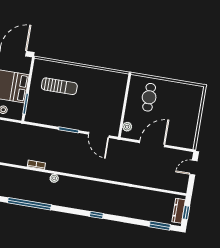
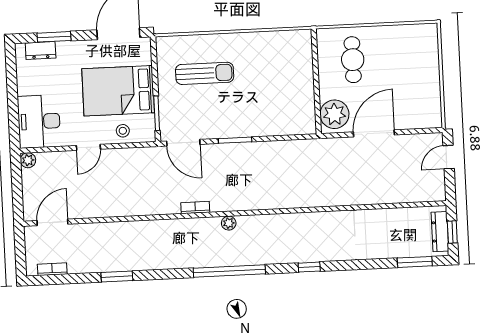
plant: (127, 127) -> (334, 114), width x1.88, depth x1.88
door: (99, 135) -> (183, 143), moved
window: (29, 204) -> (229, 271), moved

